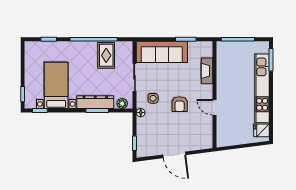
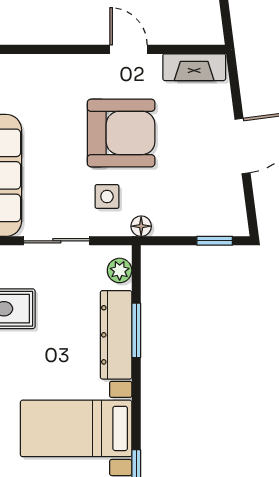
fireplace: (207, 71) -> (194, 67), moved
armchair: (180, 104) -> (121, 133), width x1.88, depth x1.88
door: (215, 107) -> (128, 49), swing flipped

